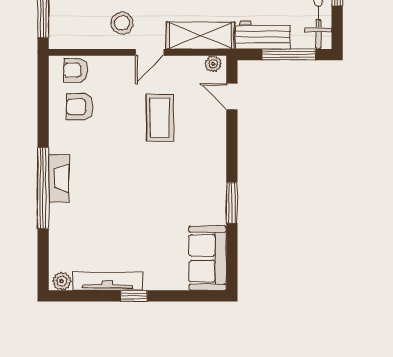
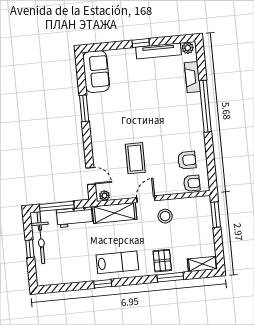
fireplace: (59, 178) -> (192, 77), moved

